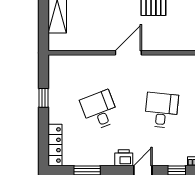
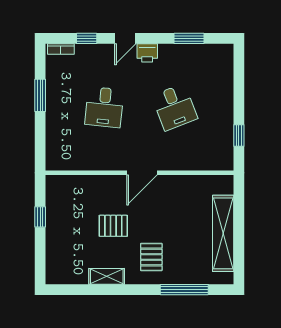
window: (44, 98) -> (239, 135), moved
locker: (55, 145) -> (226, 67), removed

